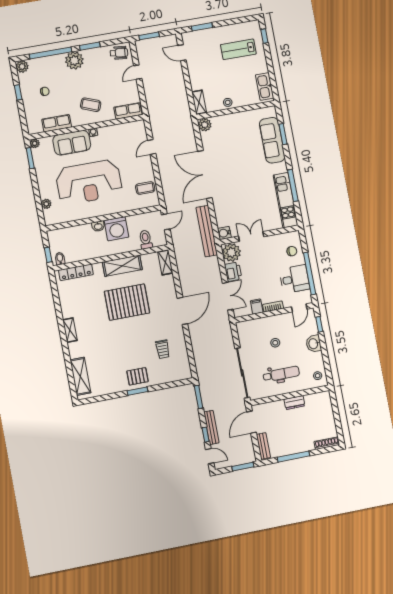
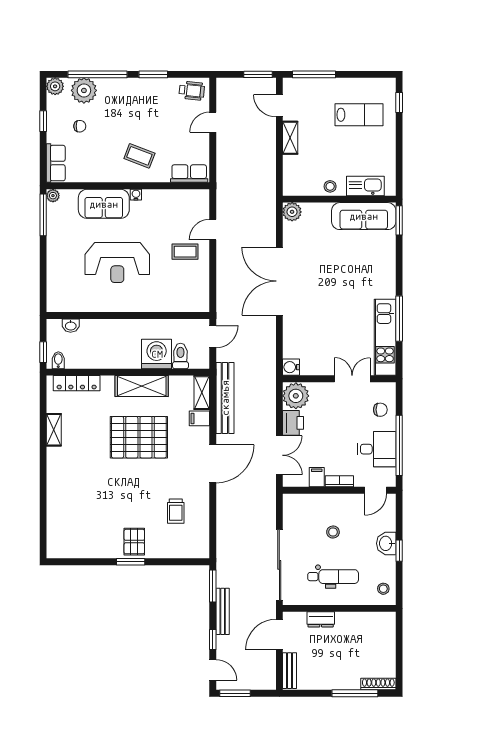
window: (202, 27) -> (314, 74), width x1.44
window: (149, 36) -> (258, 74), moved
lab bench: (238, 49) -> (359, 115), turned 180
plant: (74, 60) -> (84, 90), moved
kitchen sink: (265, 86) -> (365, 186), moved, turned 90
shelving: (199, 102) -> (290, 138), moved
row of seats: (57, 123) -> (56, 163), moved, turned 90
window: (283, 134) -> (399, 220), moved
sofa: (272, 140) -> (364, 216), moved, turned -90
window: (30, 158) -> (43, 215), width x1.44
reception desk: (89, 182) -> (117, 262), width x0.74, depth x0.77
coffee table: (145, 188) -> (185, 252), moved
plant: (46, 204) -> (53, 282), removed
washbasin: (98, 226) -> (71, 326), moved
washing machine: (116, 229) -> (157, 354), moved, turned 180
bench: (207, 231) -> (225, 398), moved
double door: (251, 236) -> (352, 379), moved
filing cabinet: (167, 281) -> (199, 418), added
window: (319, 324) -> (399, 551), moved
shelving: (70, 330) -> (54, 430), moved
shelving: (80, 376) -> (57, 527), removed
pallet: (137, 376) -> (134, 542), turned 90
dresser: (294, 403) -> (321, 619), moved
bench: (211, 427) -> (223, 611), moved
window: (293, 457) -> (355, 693), moved
window: (243, 467) -> (235, 693), moved

